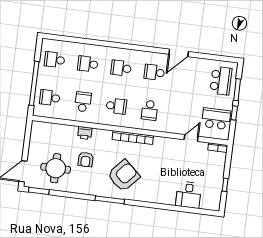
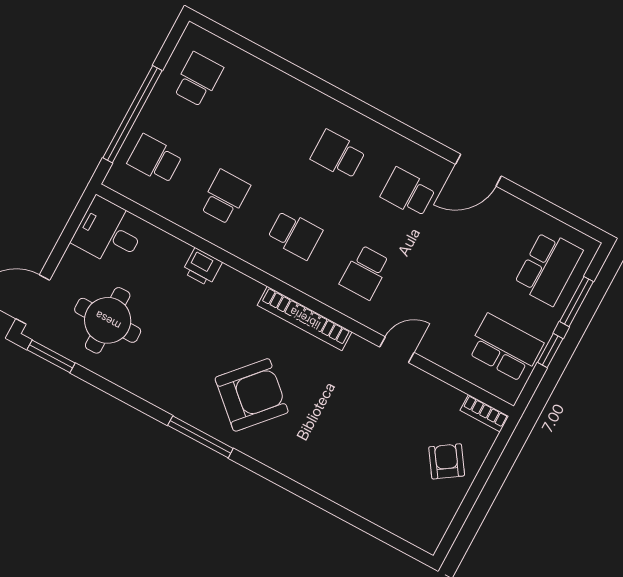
school desk: (55, 60) -> (198, 79), turned 90
school desk: (88, 64) -> (268, 117), removed
door: (191, 138) -> (397, 350), moved
armchair: (86, 160) -> (447, 461), moved, turned 146
window: (225, 185) -> (469, 502), removed
desk: (188, 195) -> (109, 232), moved, turned 90

